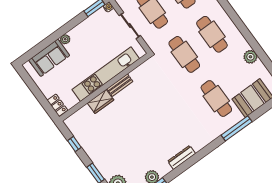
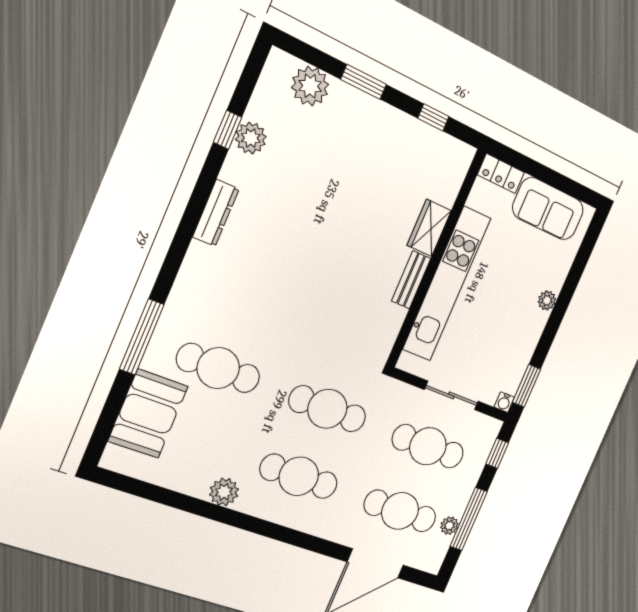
plant: (250, 57) -> (224, 492), moved
sofa: (49, 58) -> (548, 209), moved, turned -90

